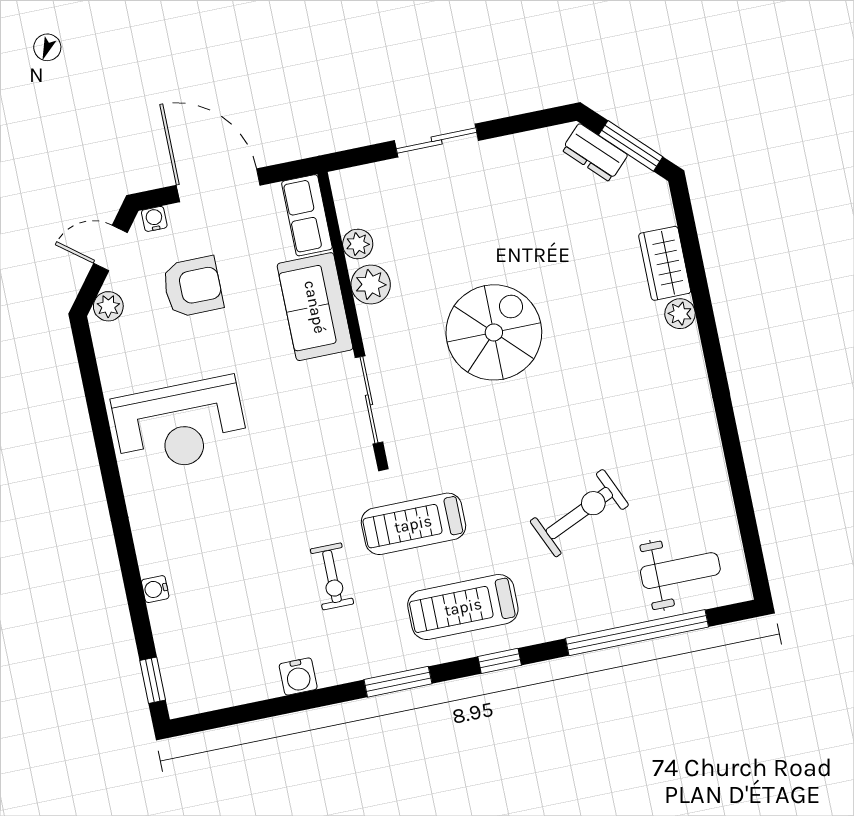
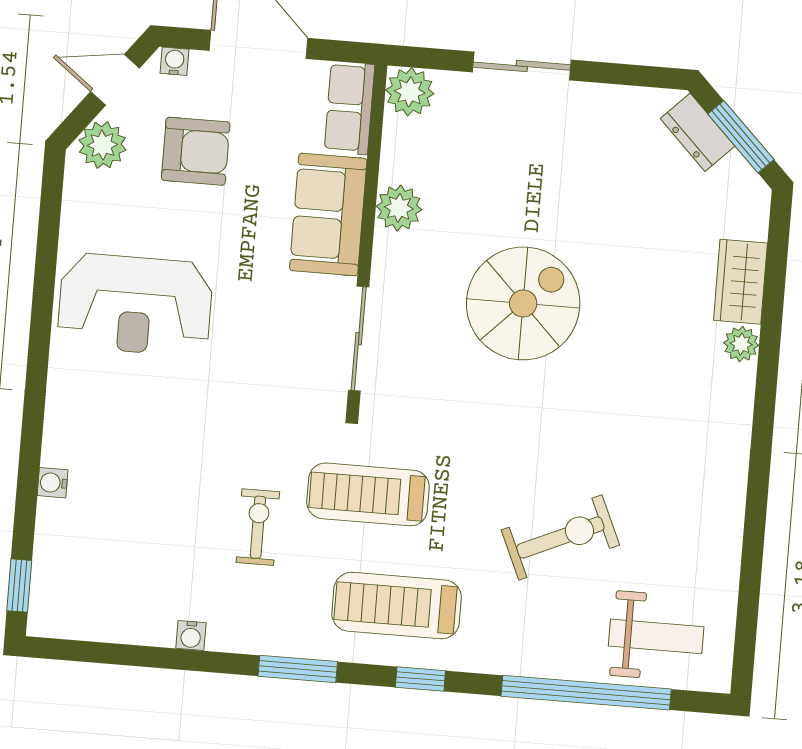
plant: (358, 244) -> (410, 92), moved, width x1.38, depth x1.38
plant: (108, 306) -> (102, 145), width x1.38, depth x1.38
exercise bike: (332, 576) -> (258, 527), turned 180
water cooler: (298, 677) -> (191, 636), width x0.72, depth x0.72

